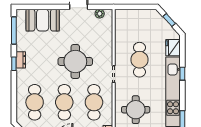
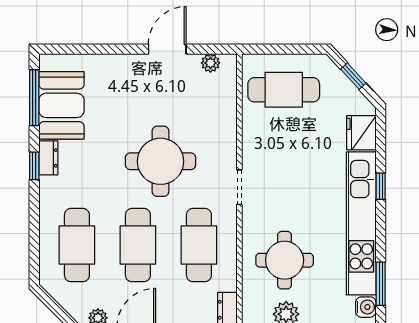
booth: (43, 20) -> (61, 105), moved, turned 90
cafe table: (139, 60) -> (284, 90), moved, turned 90

